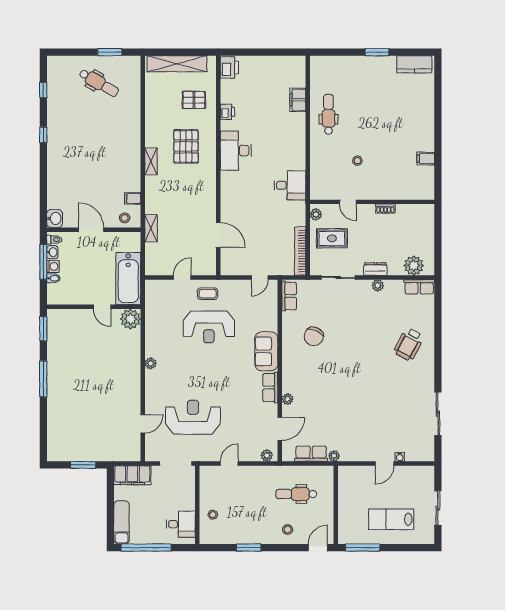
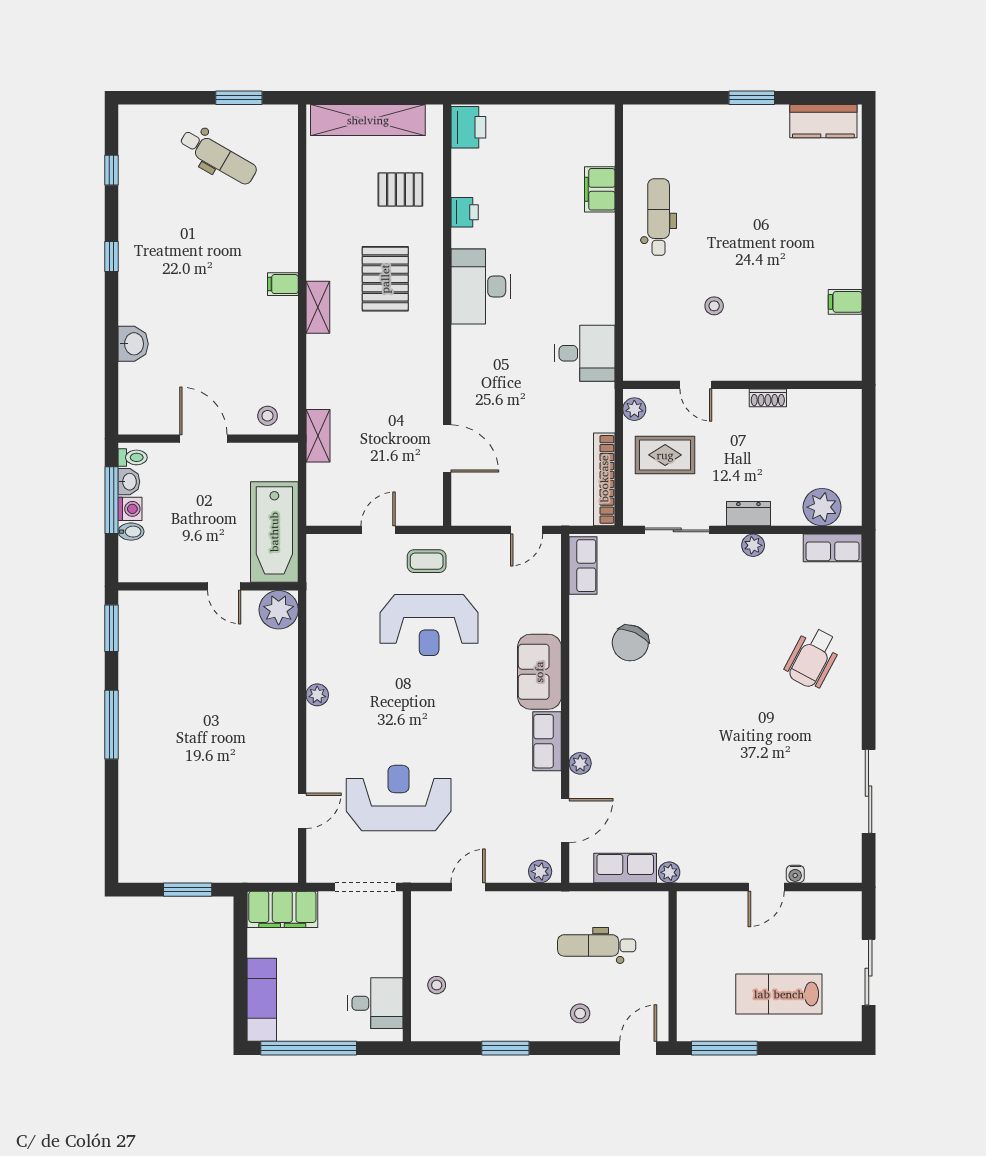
filing cabinet: (133, 198) -> (283, 284), moved
washbasin: (55, 219) -> (133, 344), moved

